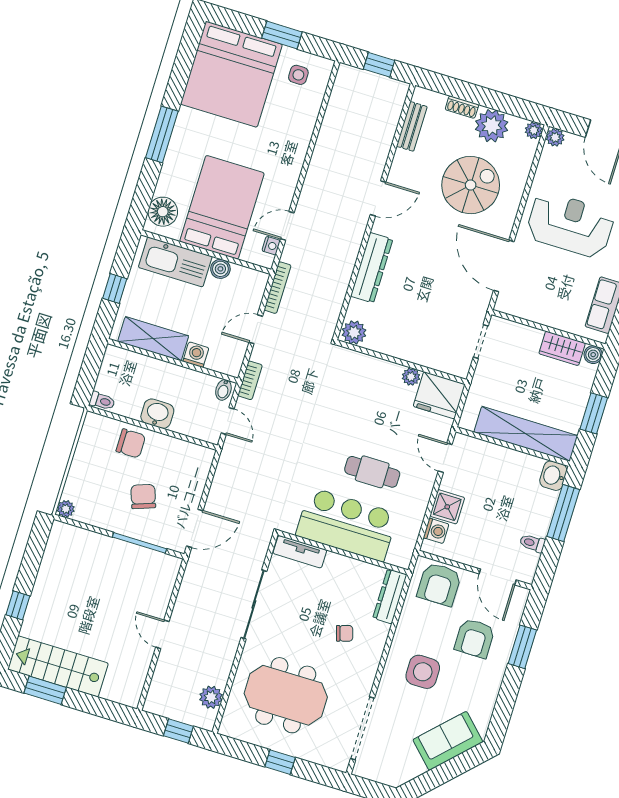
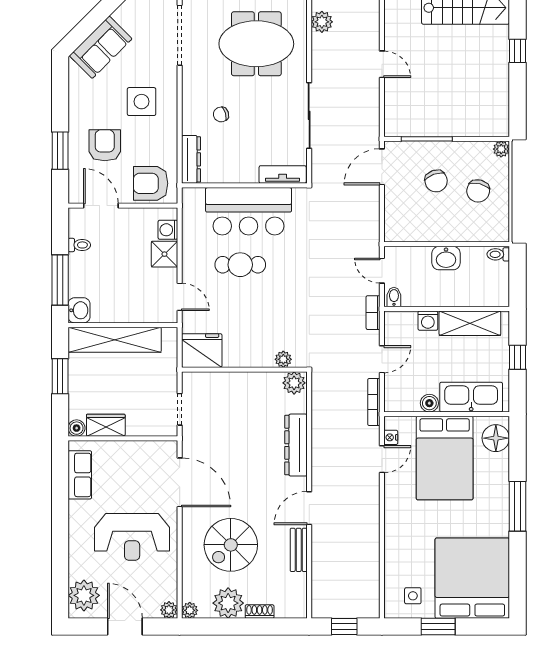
bench: (412, 126) -> (299, 550), moved
plant: (411, 377) -> (283, 359), moved
chair: (131, 443) -> (478, 191), moved, turned -75
armchair: (439, 584) -> (151, 183), turned -90

